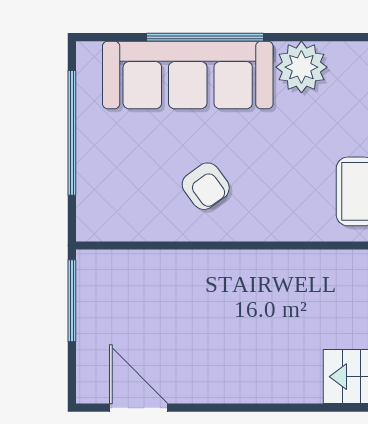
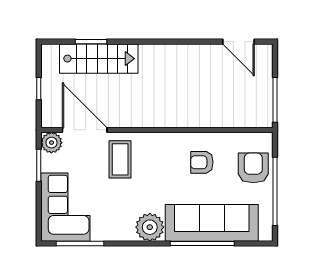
armchair: (112, 176) -> (253, 168), added
armchair: (206, 186) -> (202, 162), turned -54

